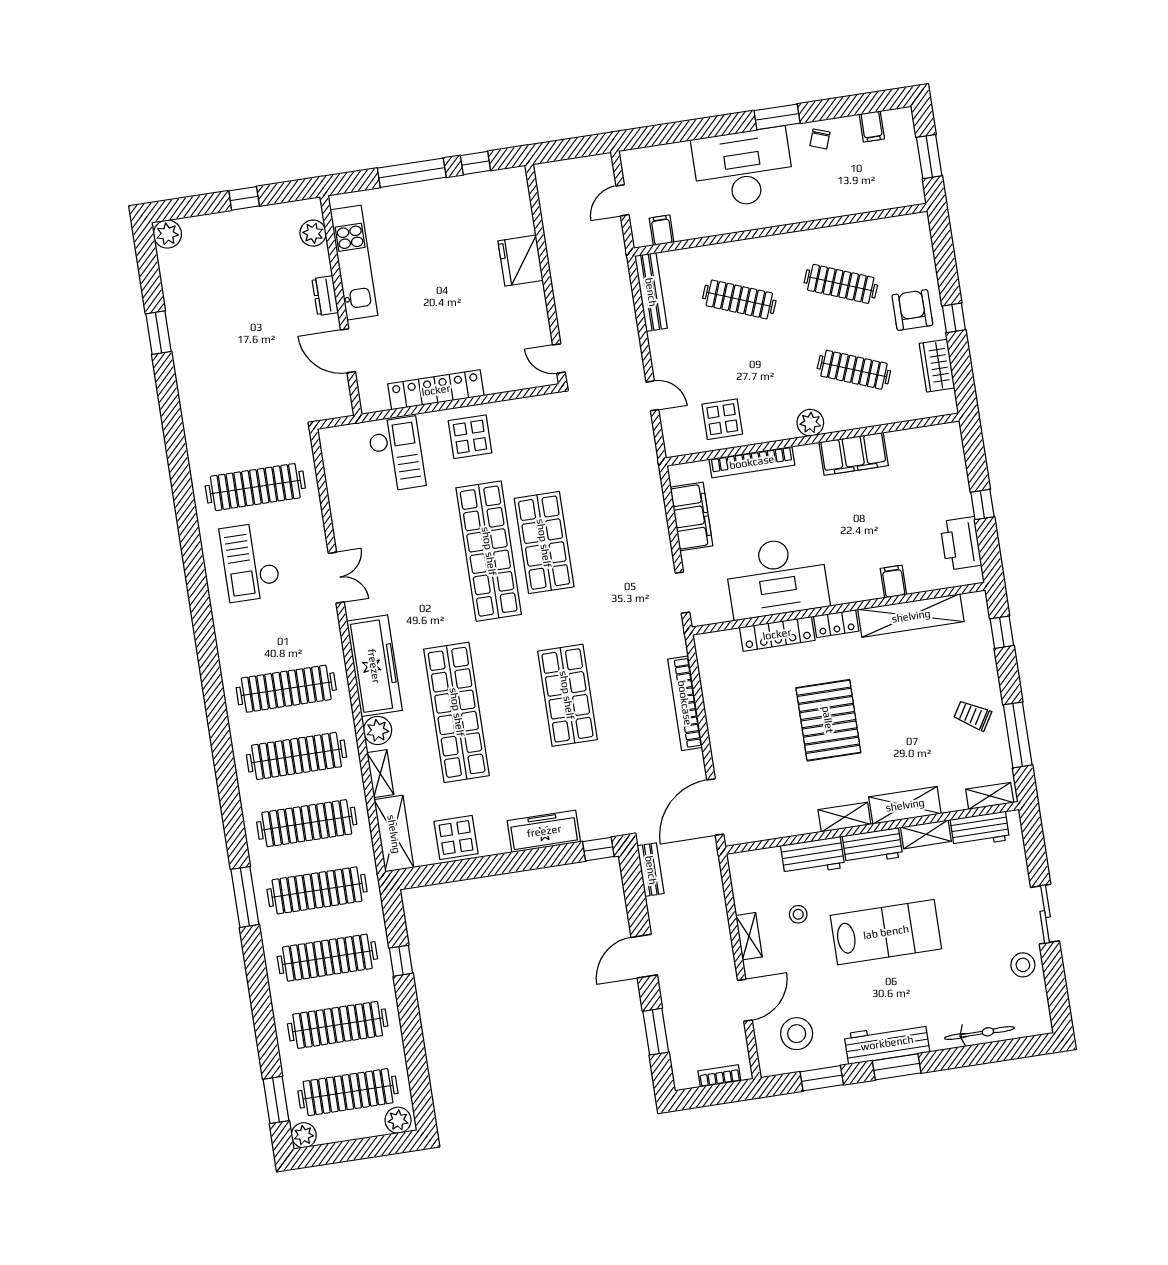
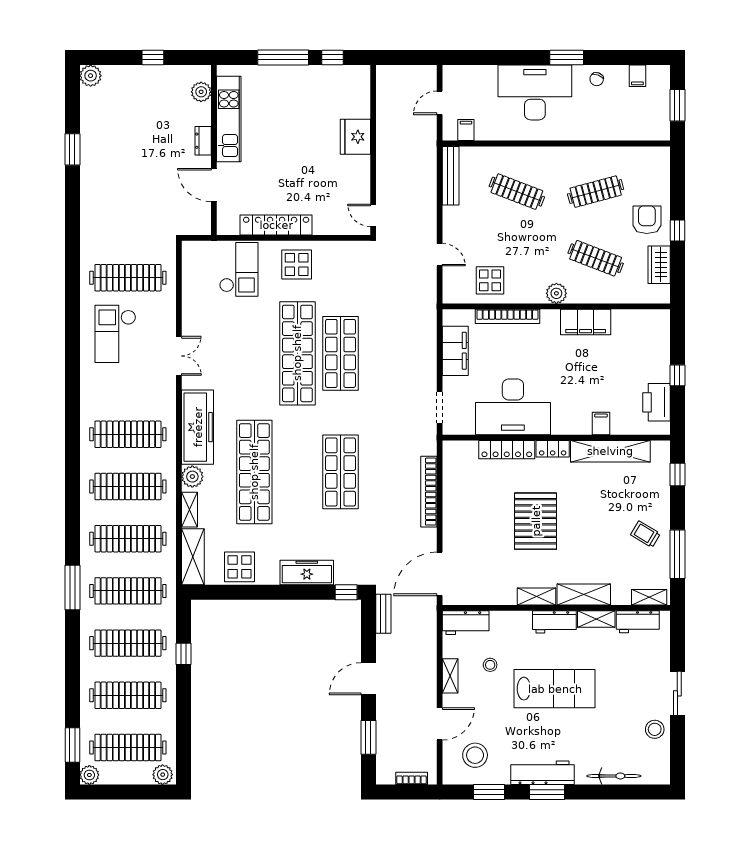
clothes rail: (841, 284) -> (596, 192), turned -36
workbench: (813, 856) -> (466, 623), moved

